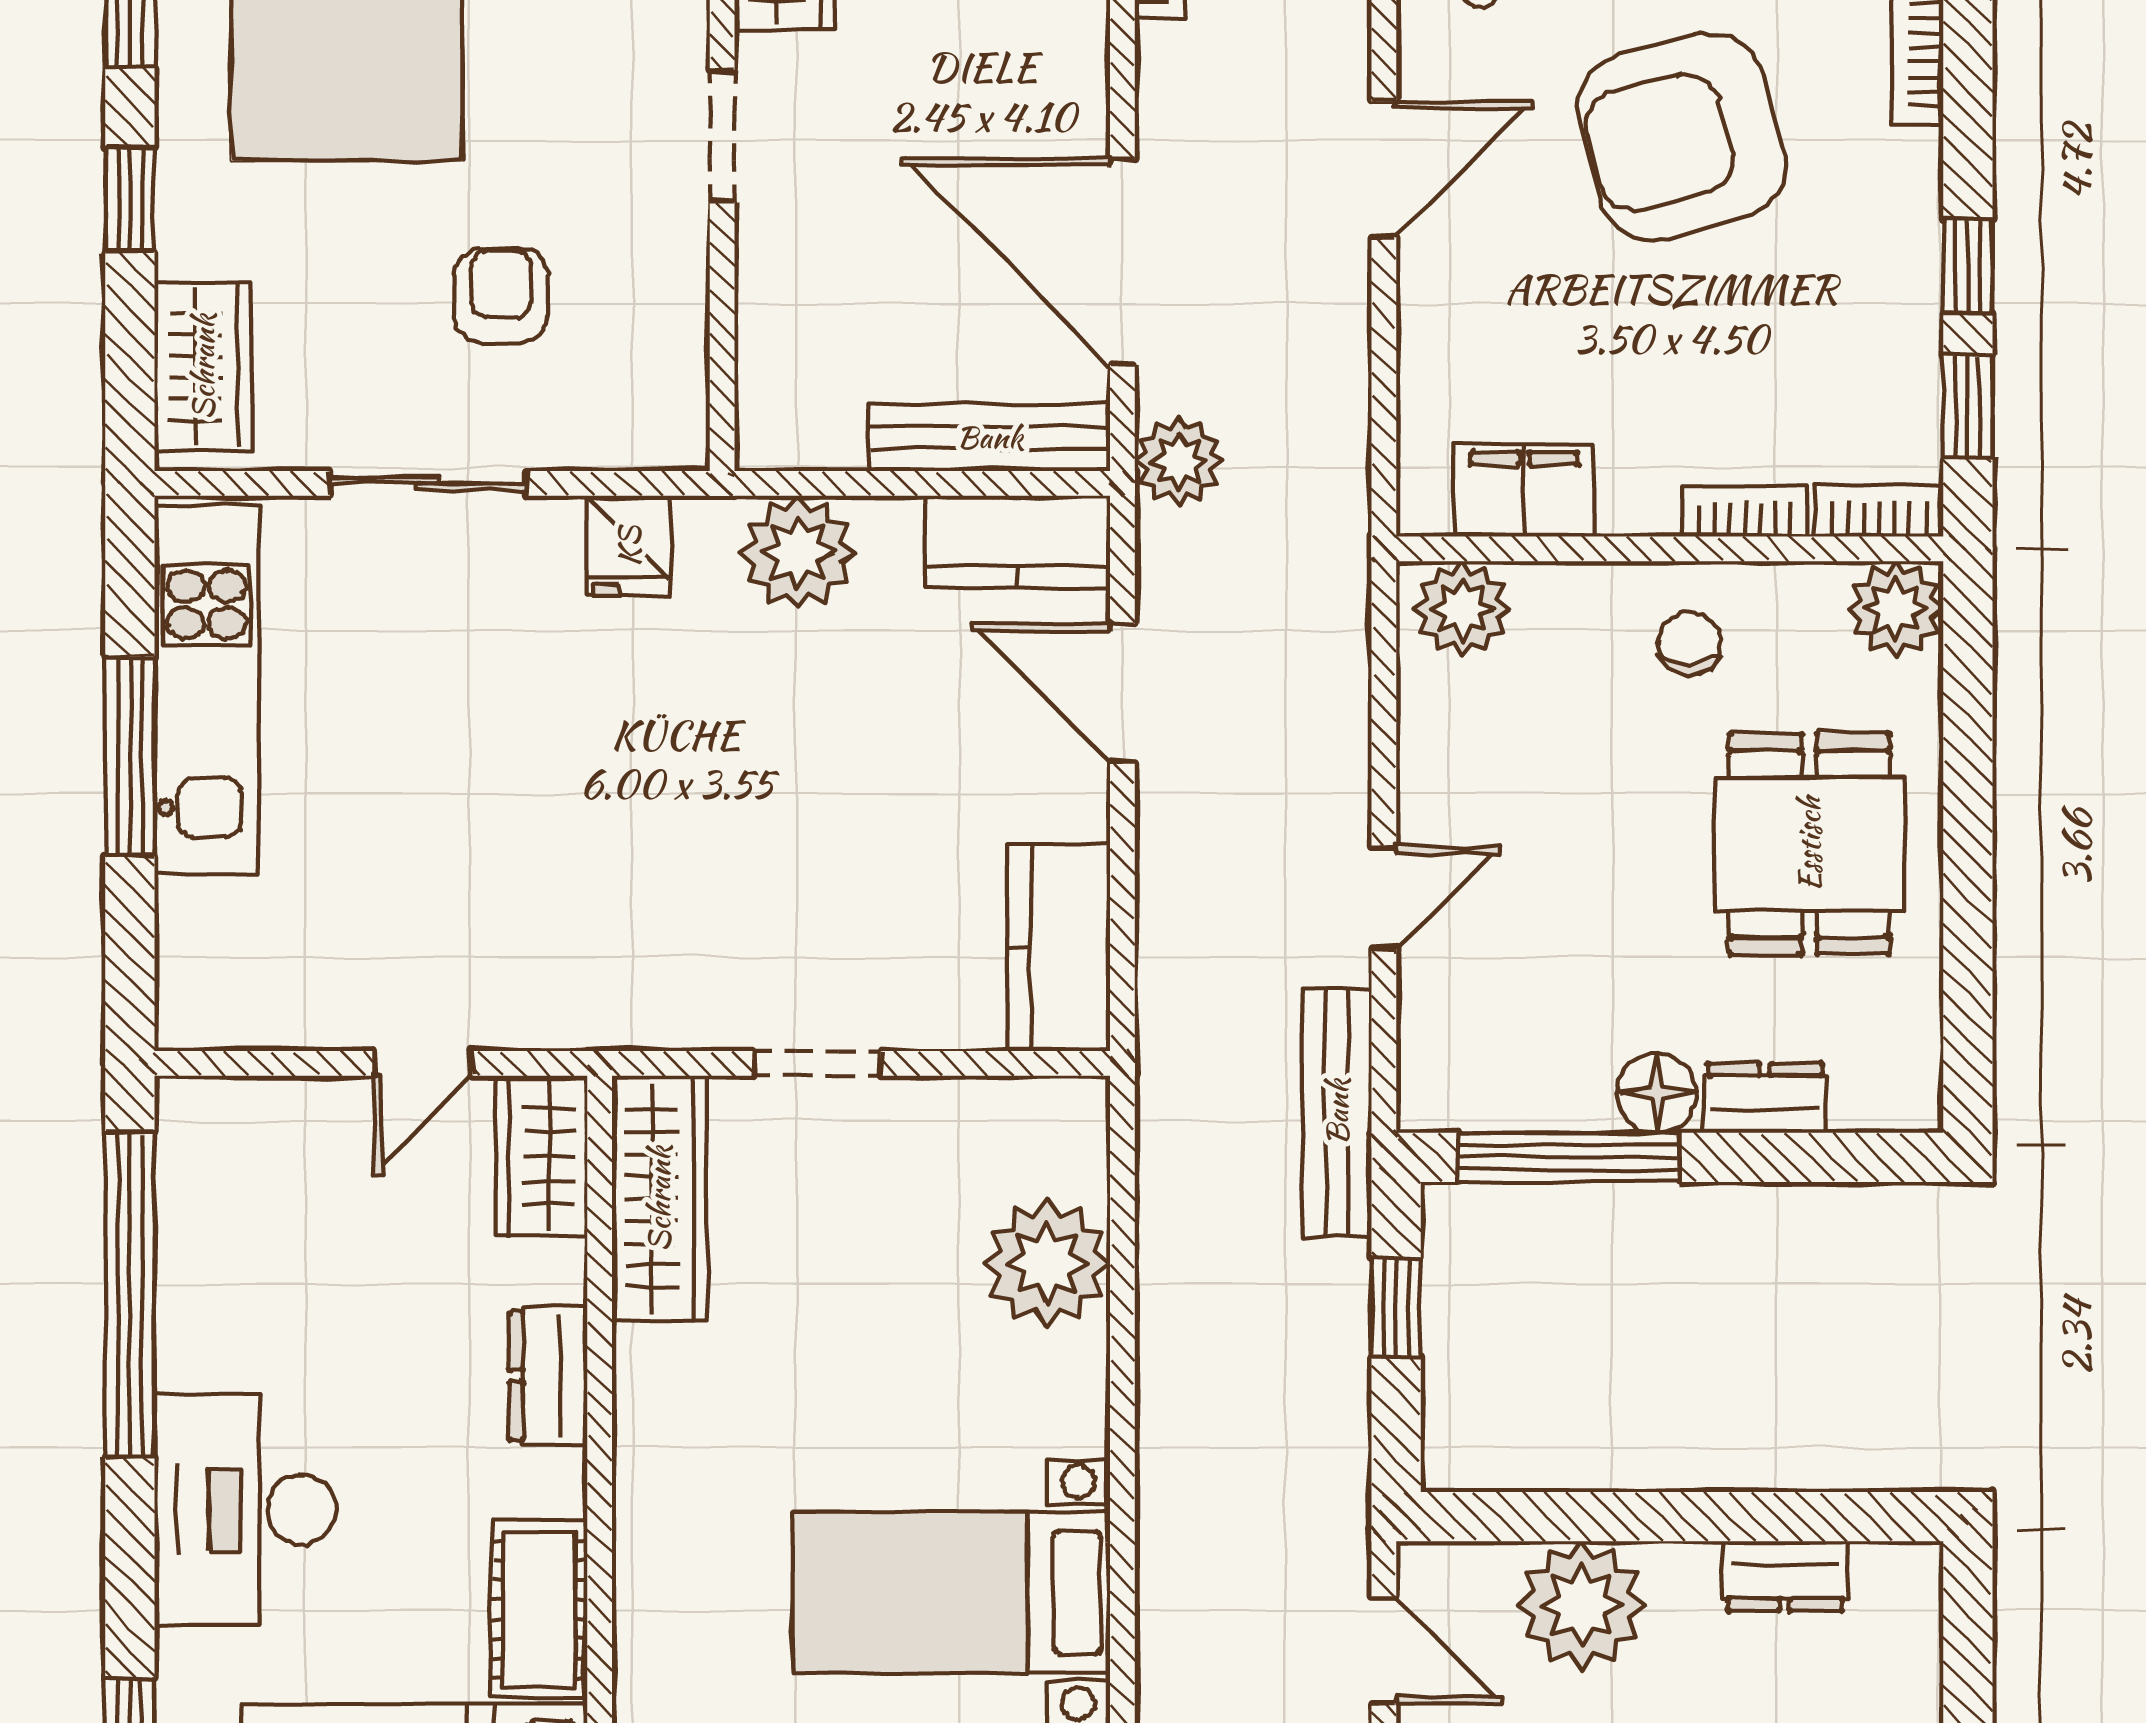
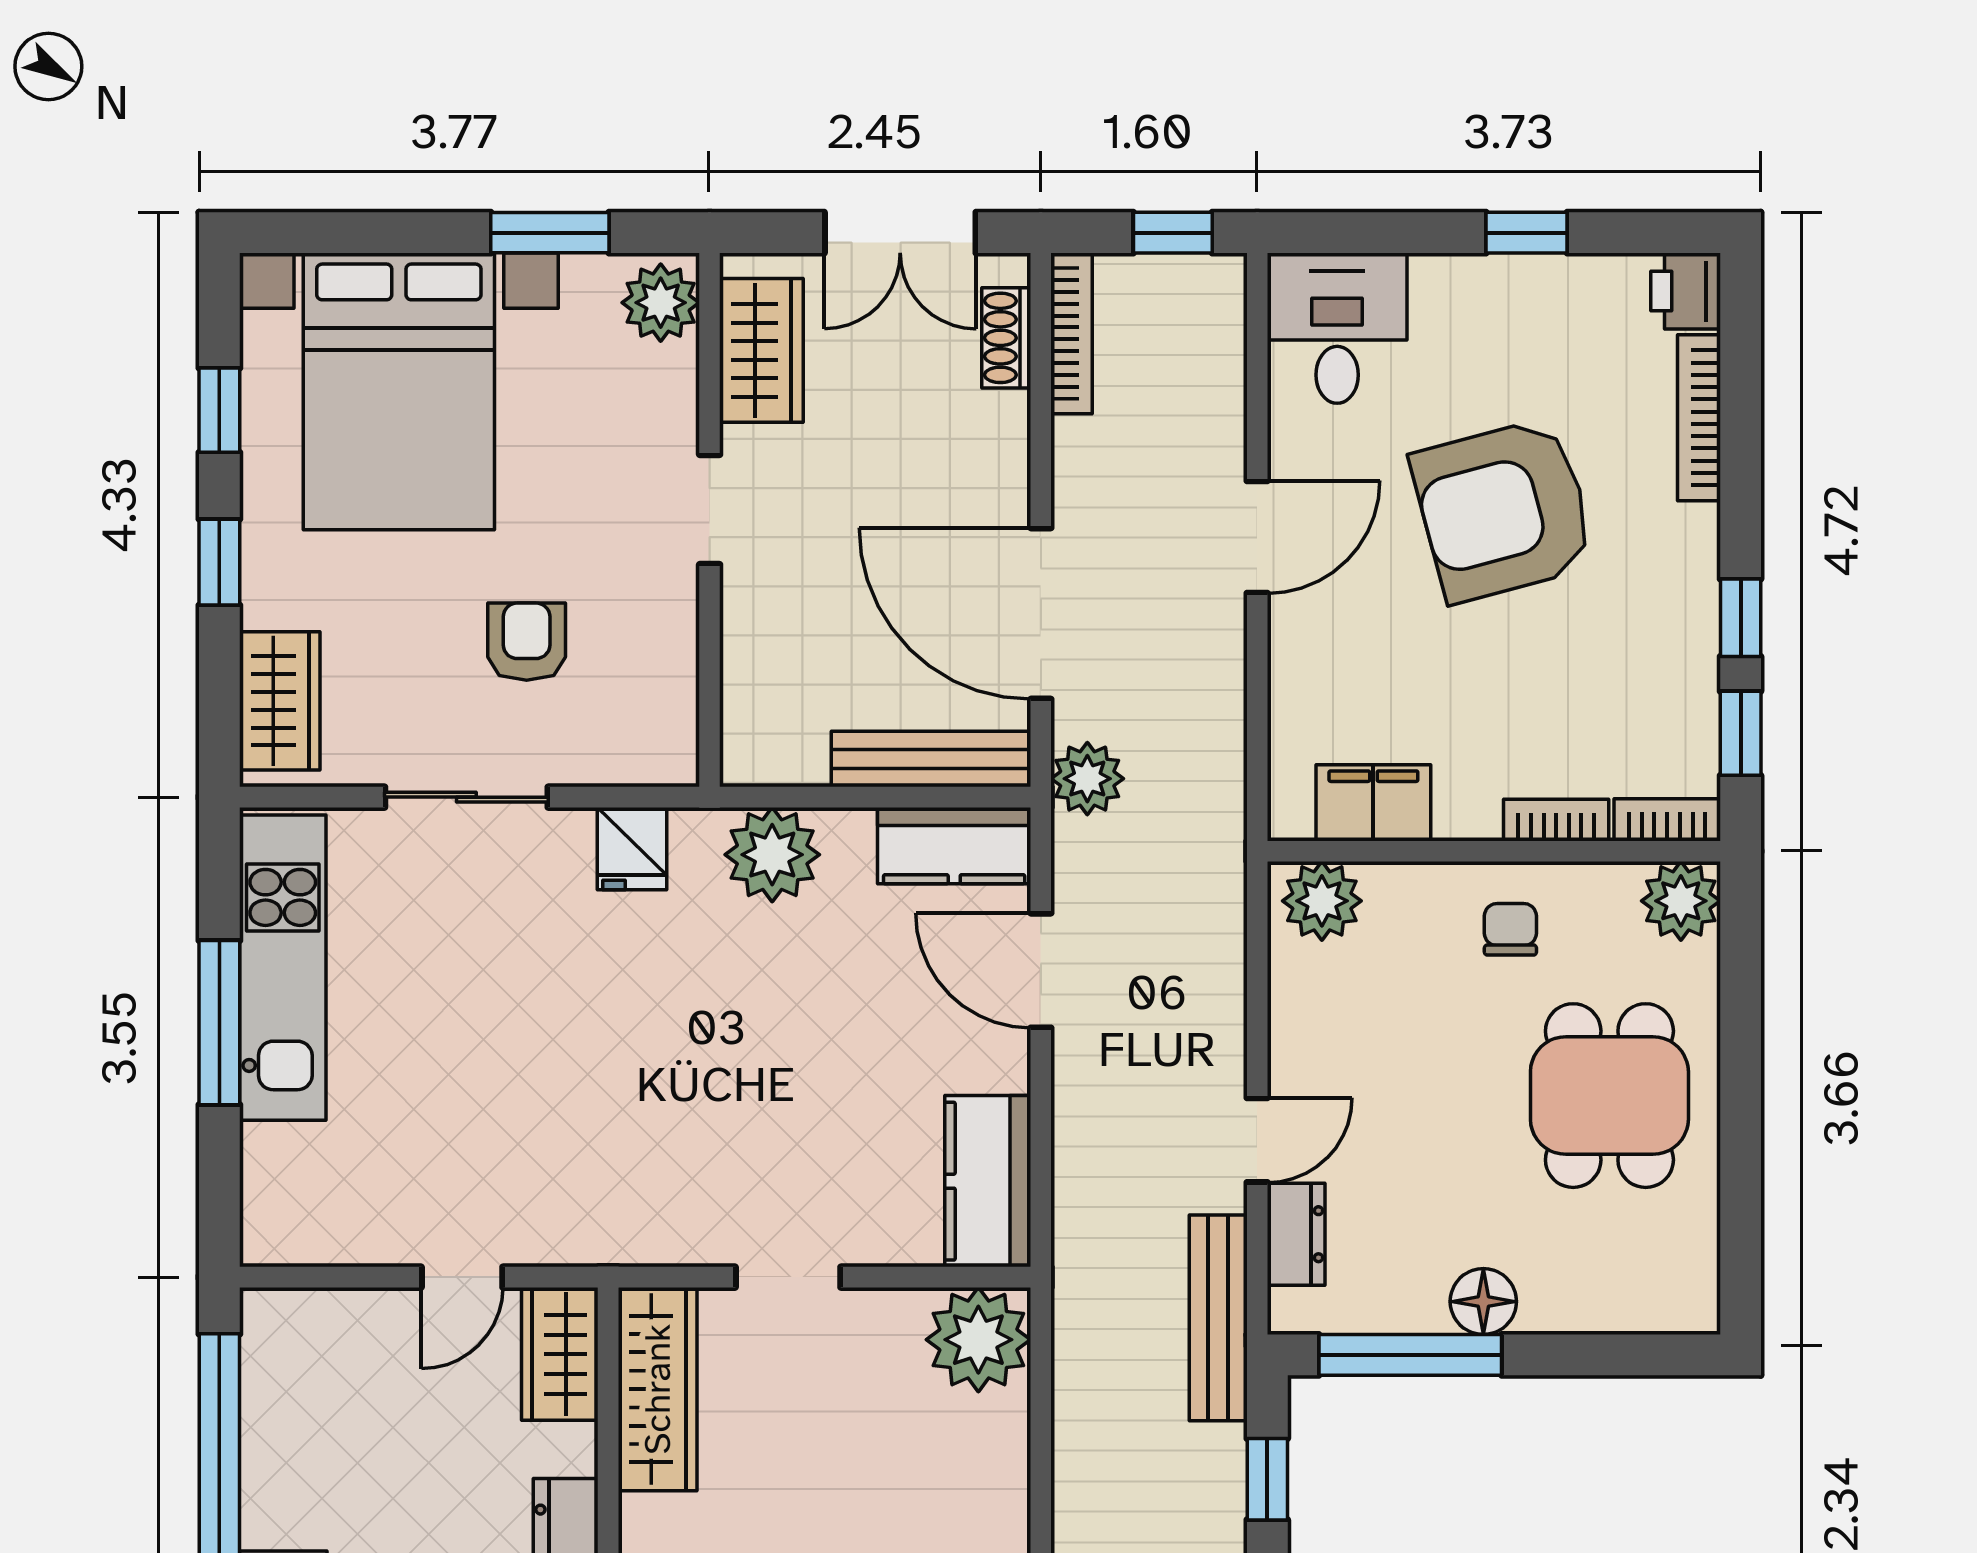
dresser: (1765, 1098) -> (1296, 1234), moved, turned 90
plant: (1047, 1263) -> (978, 1340), moved

